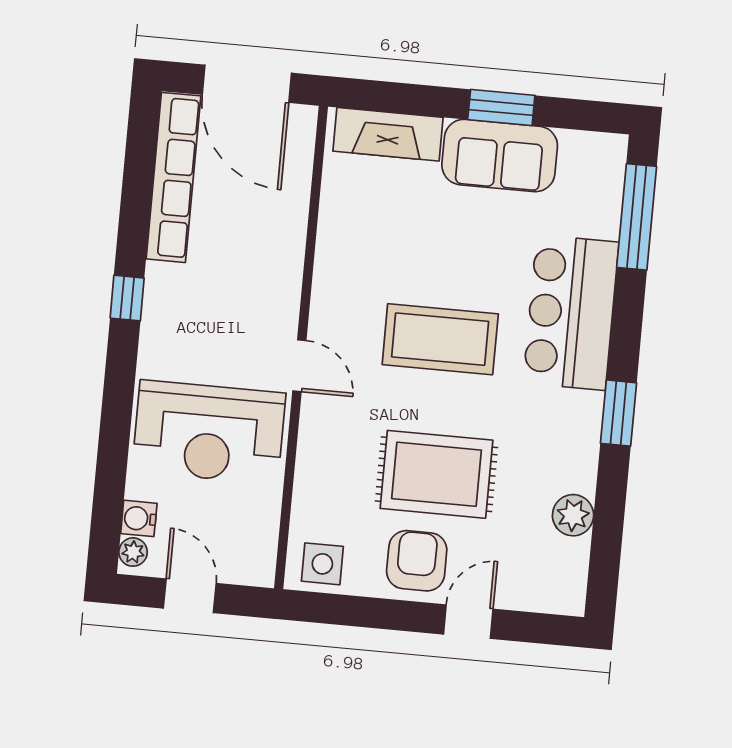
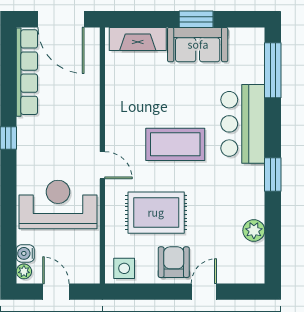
reception desk: (209, 432) -> (58, 205), turned 180
rug: (436, 474) -> (156, 213), moved

